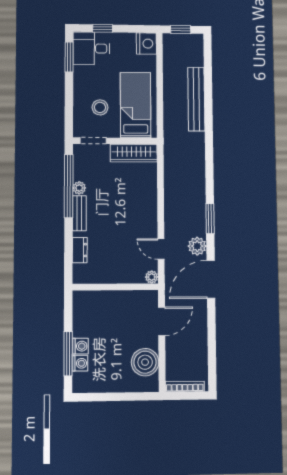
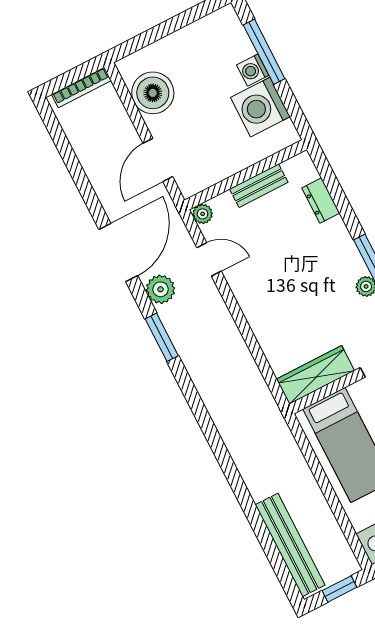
bench: (196, 99) -> (290, 545), moved
bench: (79, 213) -> (259, 186), moved, turned 90
washing machine: (80, 363) -> (260, 107), moved, width x1.89, depth x1.89

